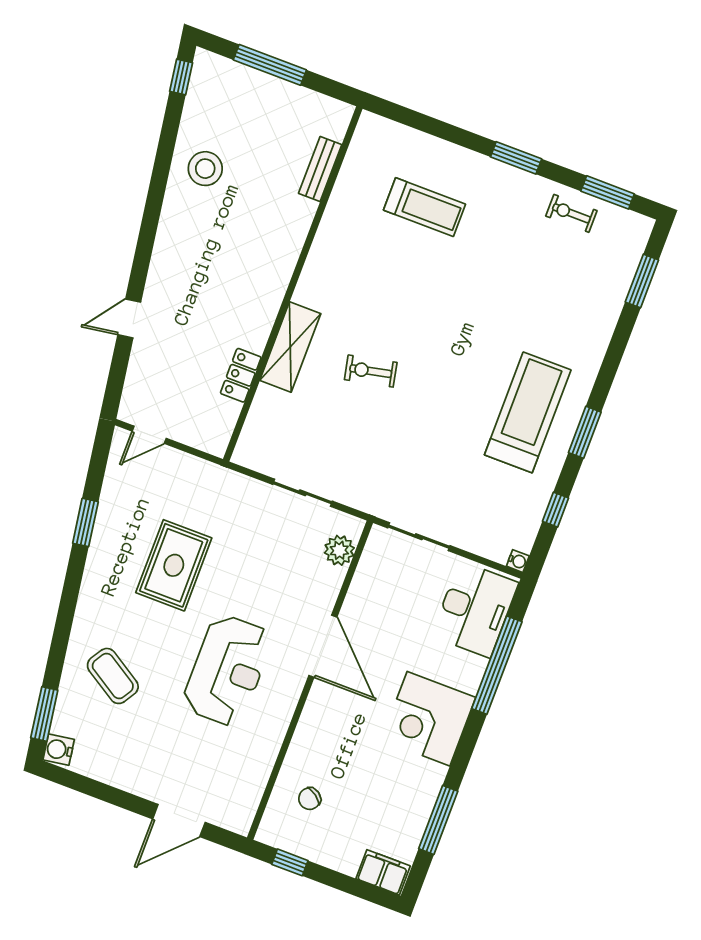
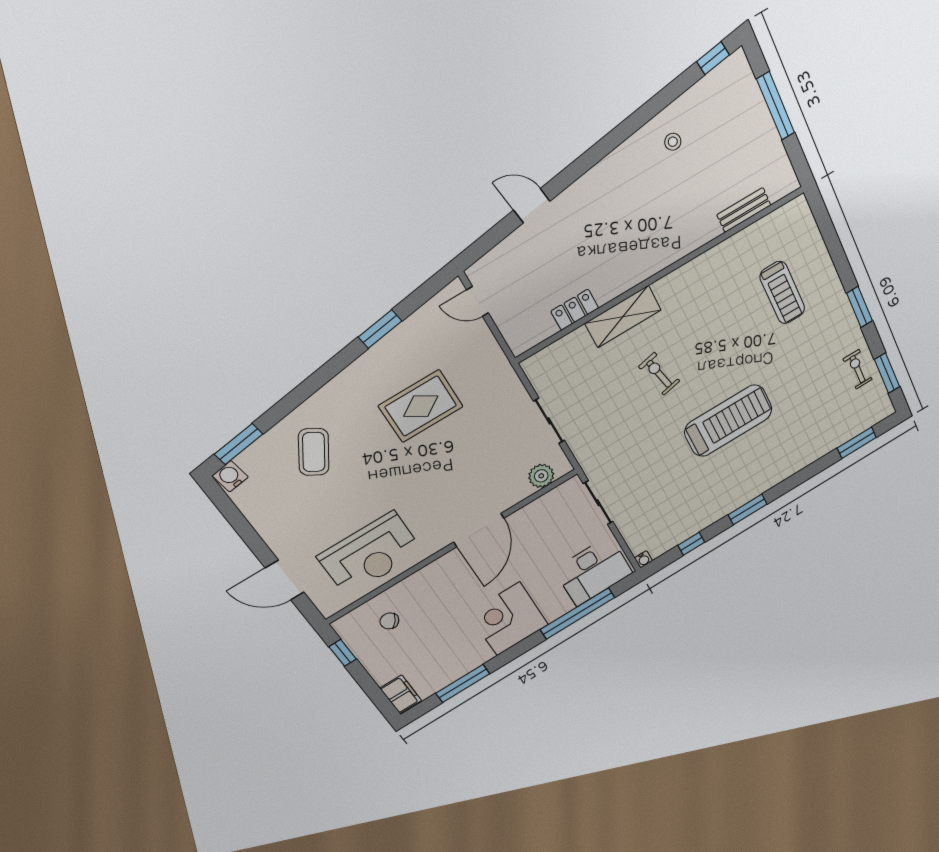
stool: (205, 169) -> (673, 142), width x0.53, depth x0.53
treadmill: (528, 412) -> (728, 421), moved
reception desk: (227, 670) -> (370, 554), moved

